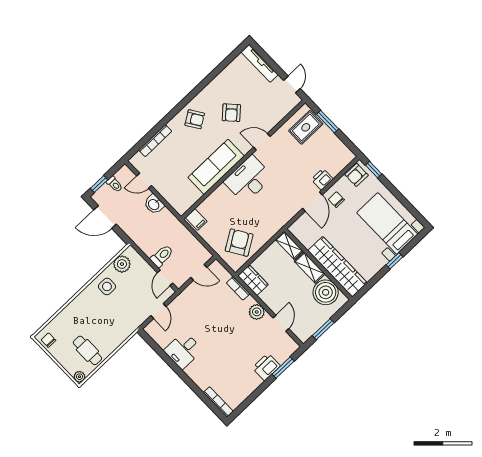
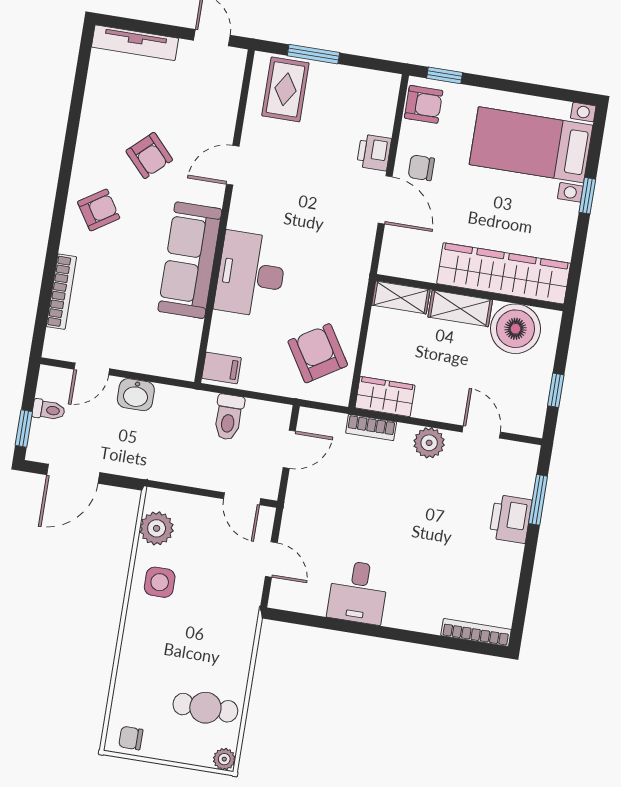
armchair: (357, 175) -> (424, 104), turned -90
desk: (248, 179) -> (251, 274), moved
toilet: (162, 256) -> (229, 417), moved, turned 180
window: (323, 329) -> (556, 390), width x0.67

